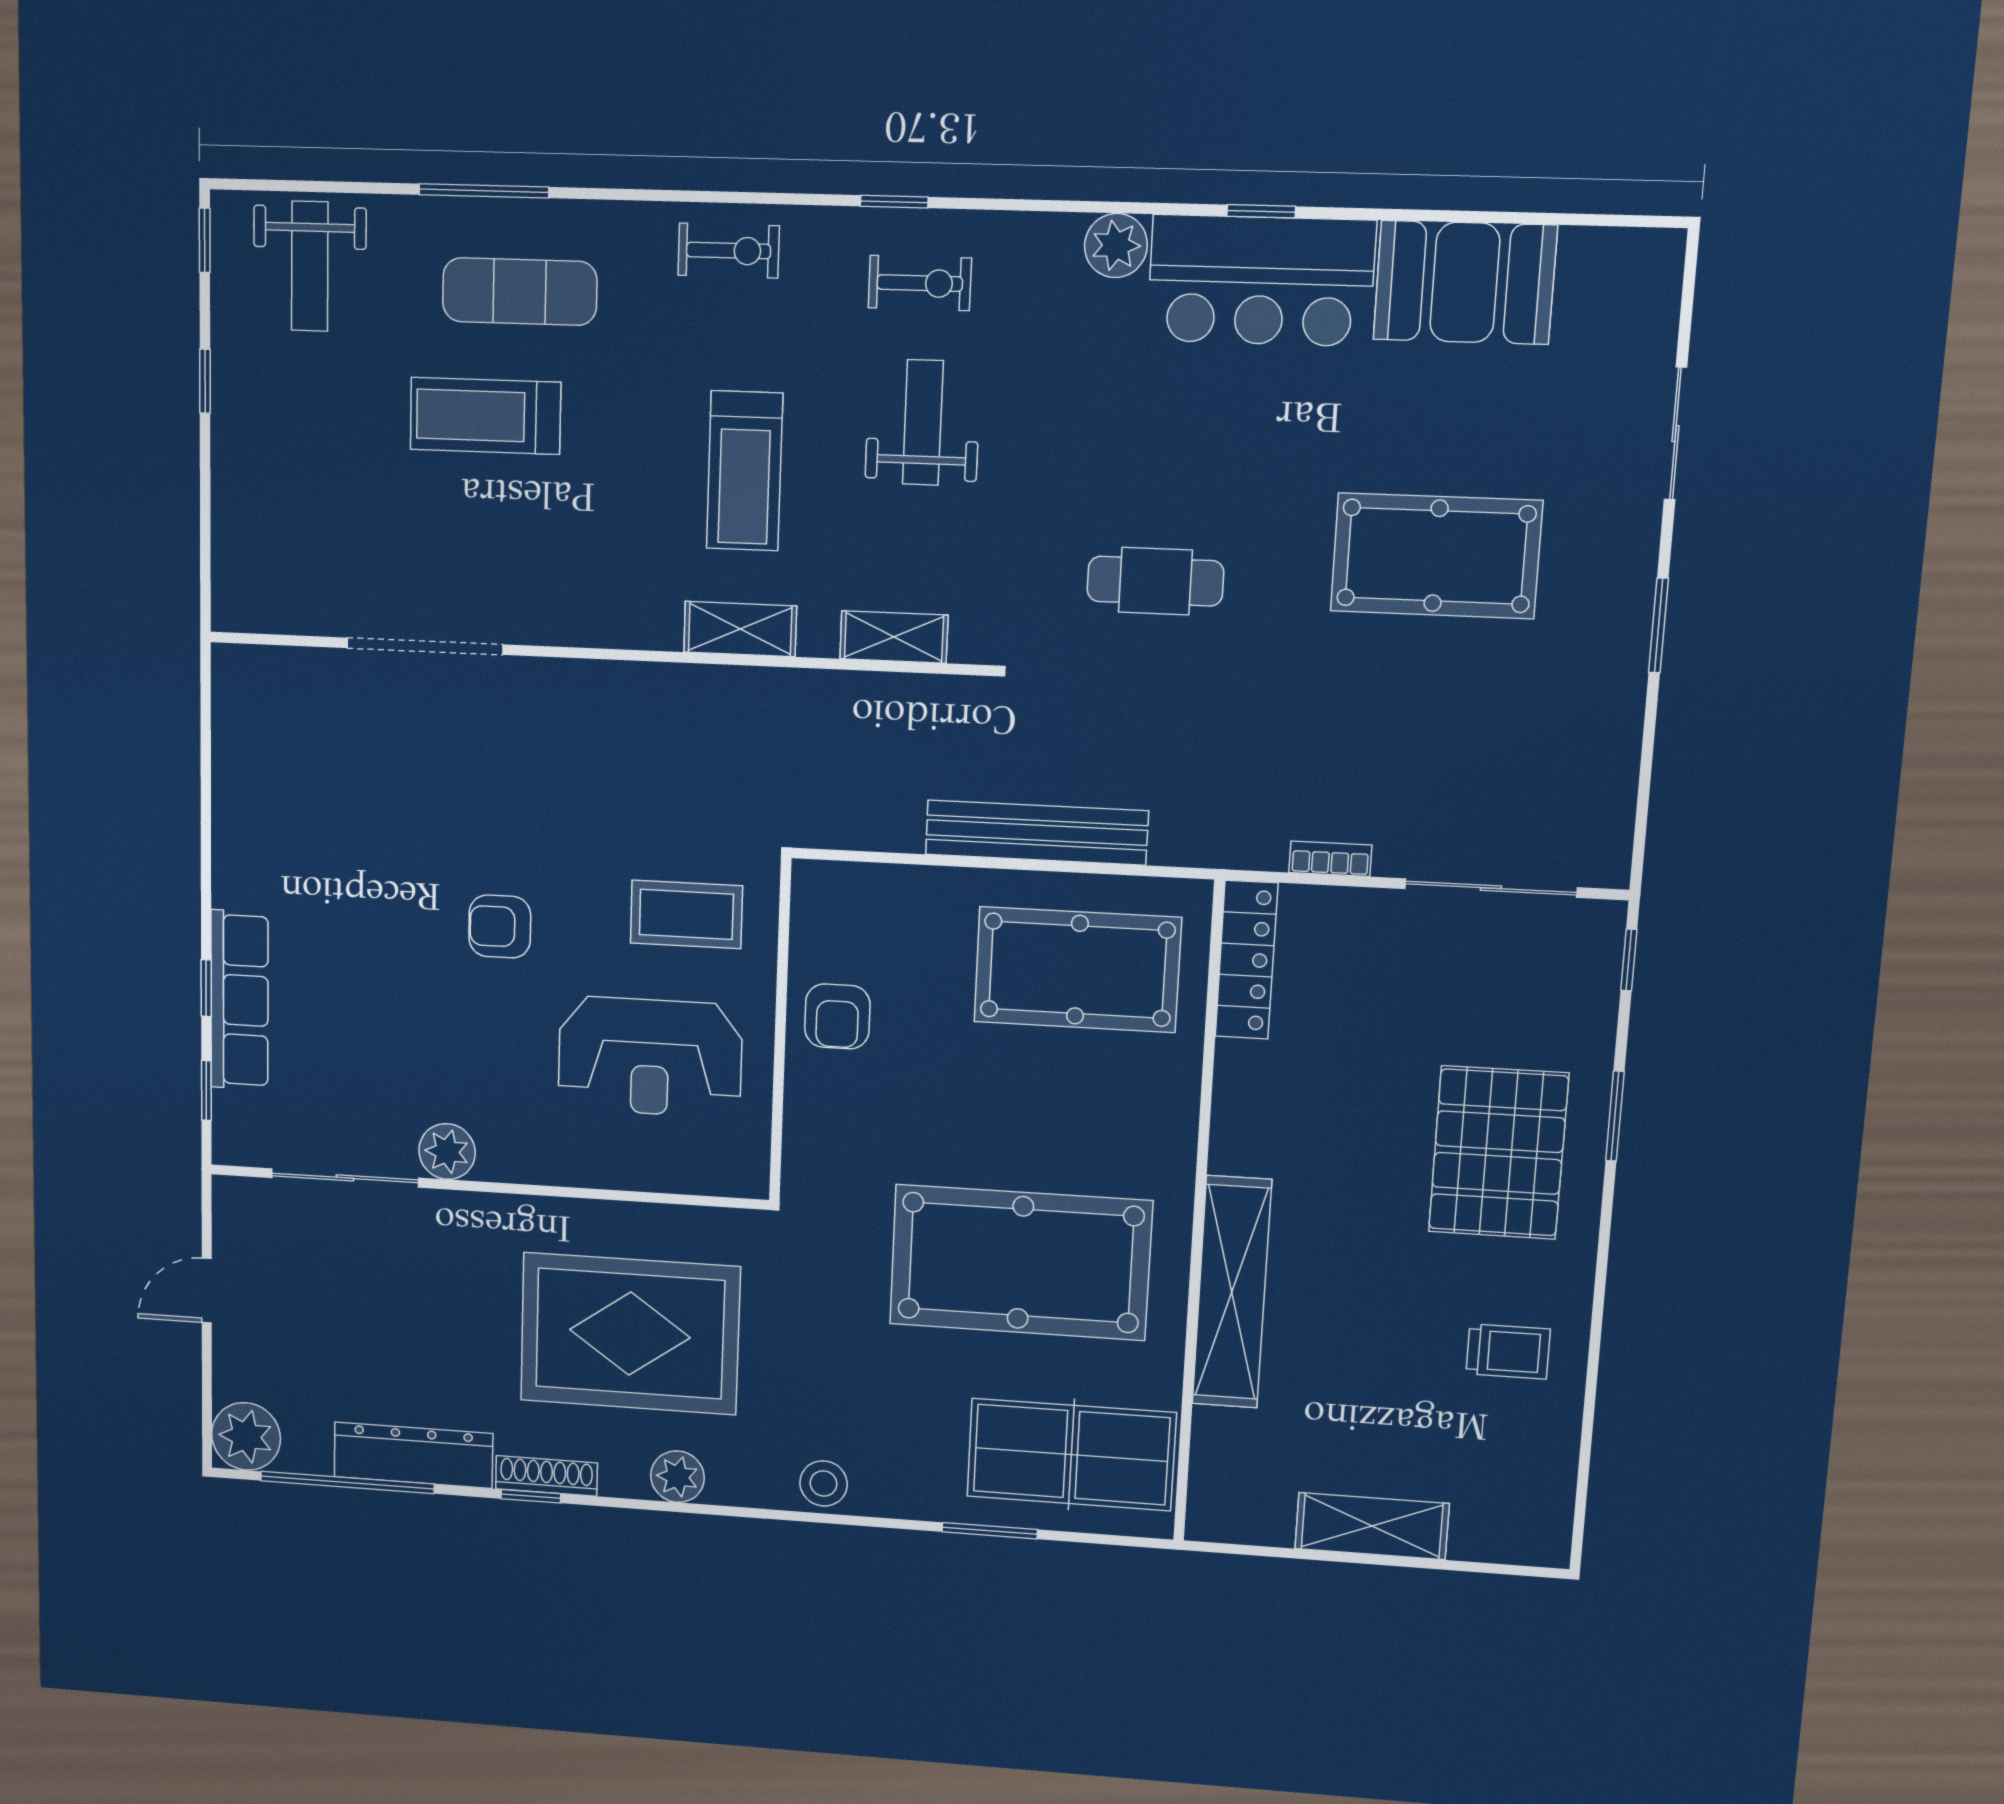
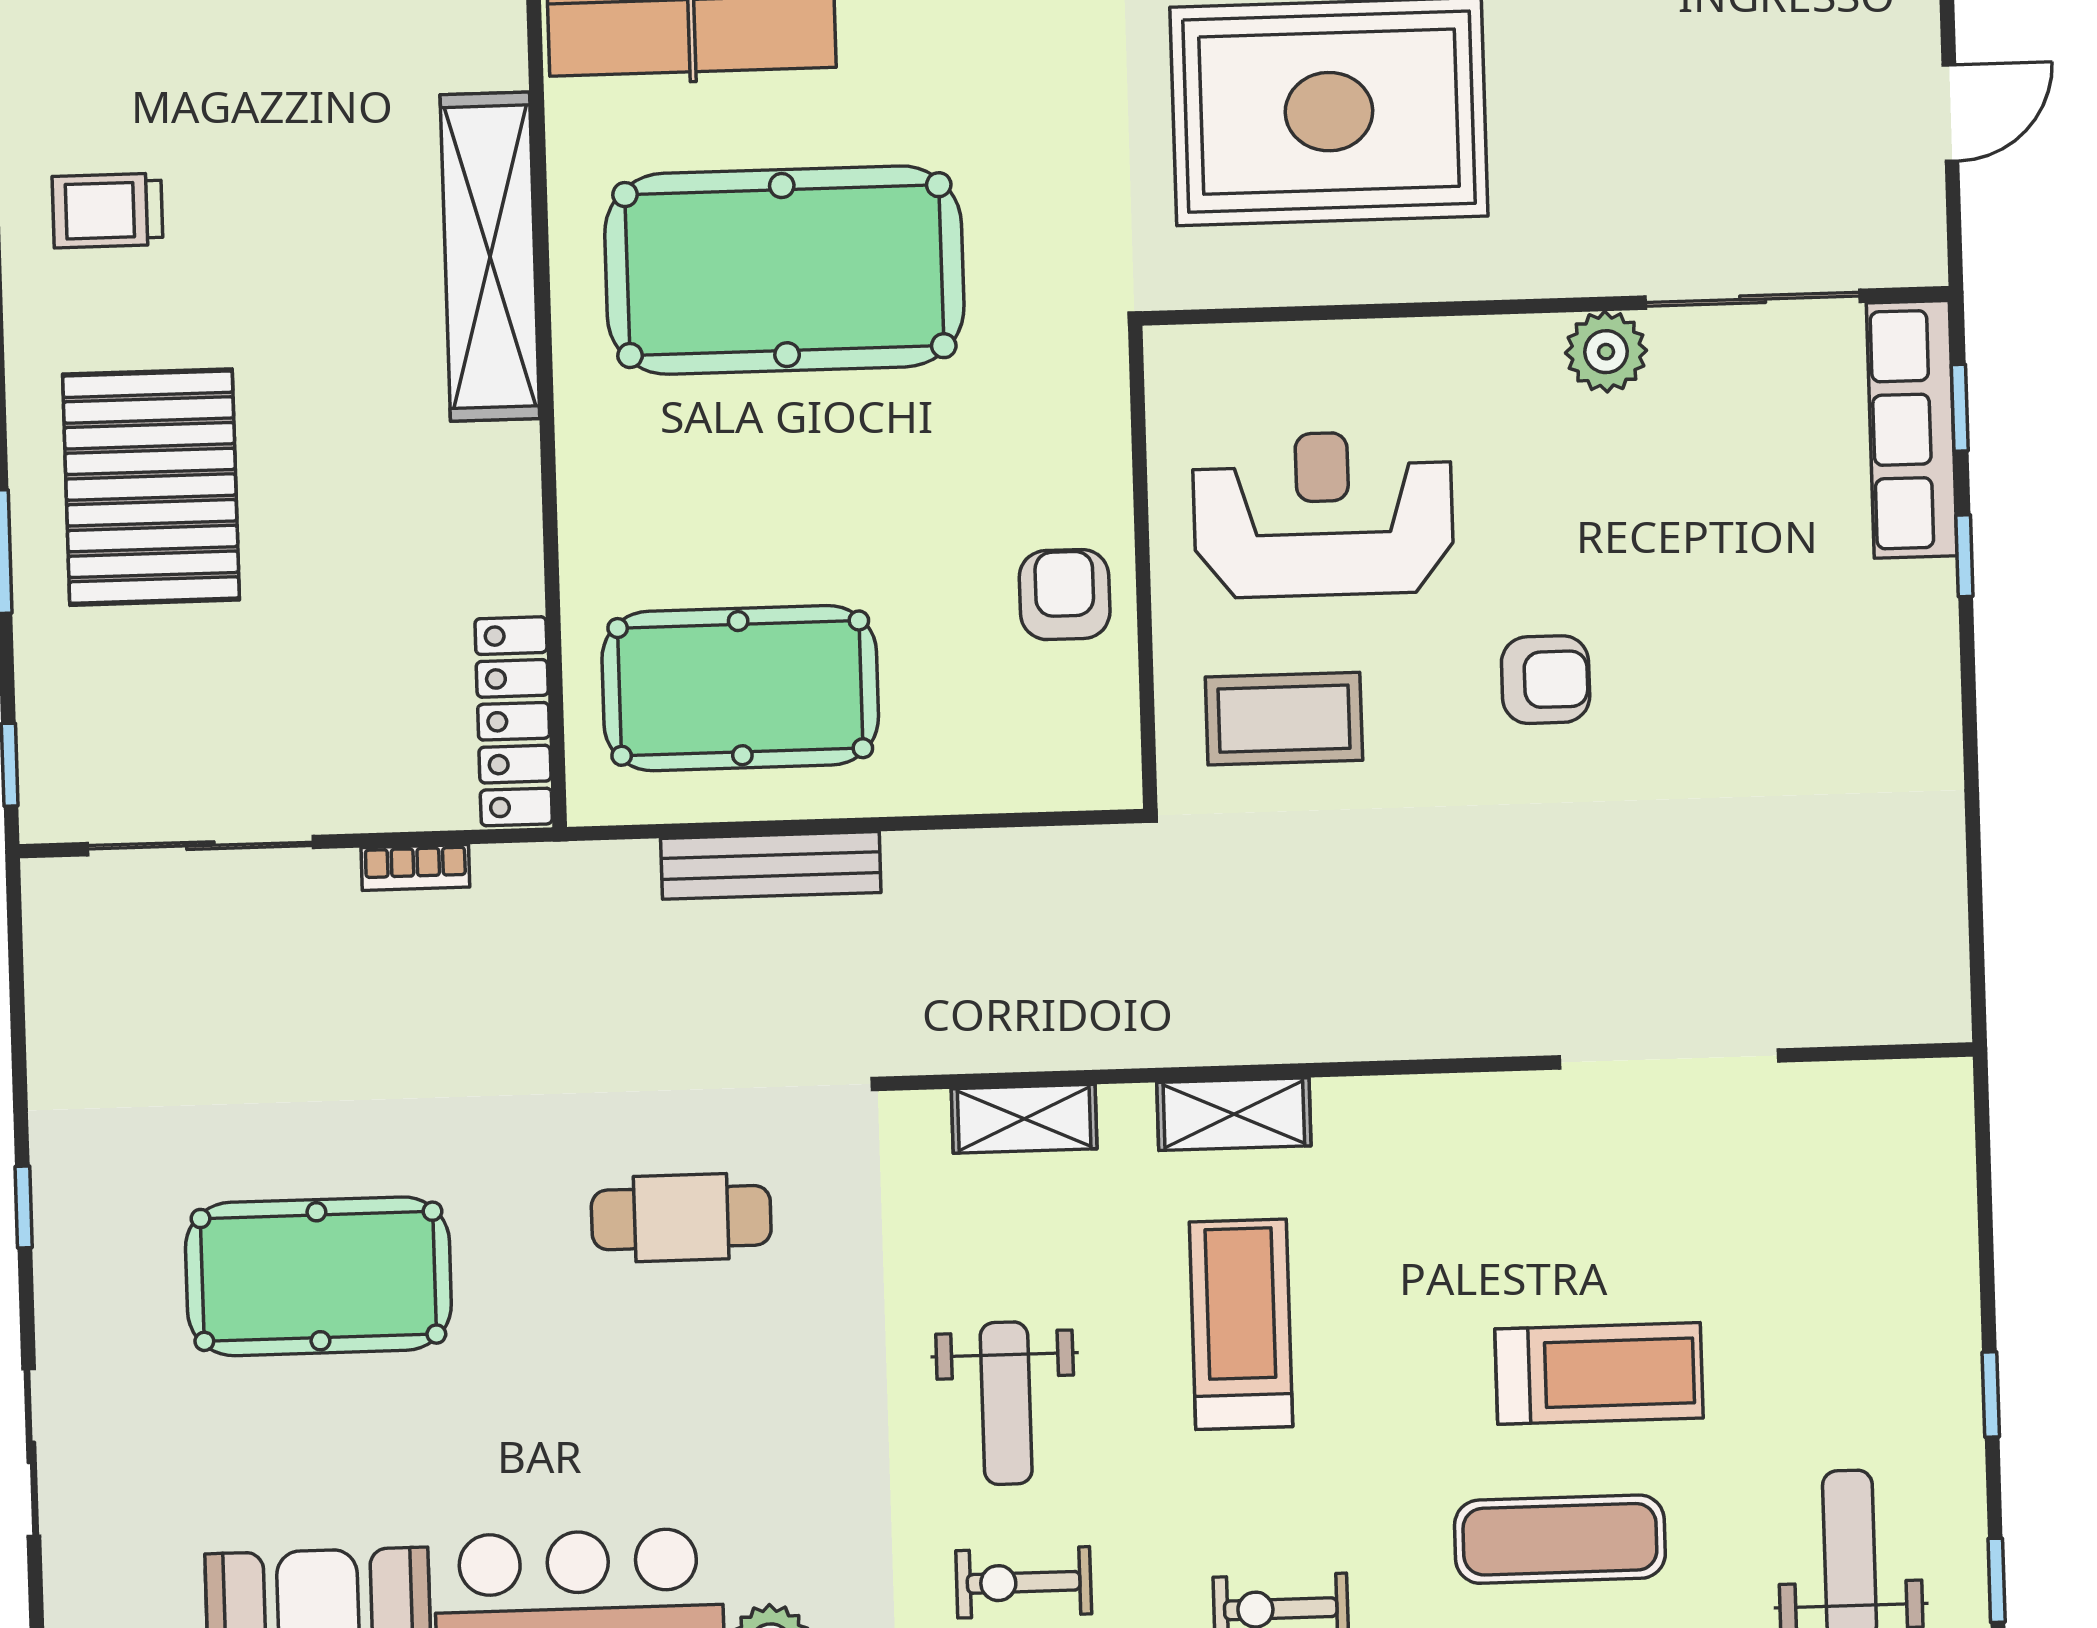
window: (1659, 625) -> (24, 1207), width x0.67
bench: (1037, 833) -> (771, 865), width x0.73, depth x0.82
row of seats: (239, 1000) -> (1912, 429), moved

